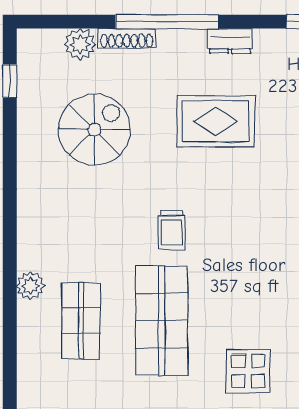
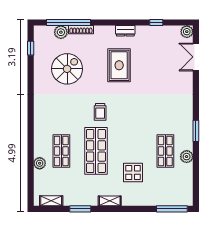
window: (167, 22) -> (68, 22), moved
rug: (216, 121) -> (119, 65), turned 90
plant: (31, 286) -> (40, 163), moved

